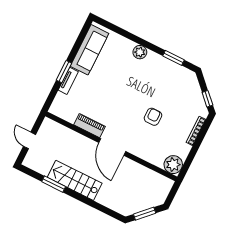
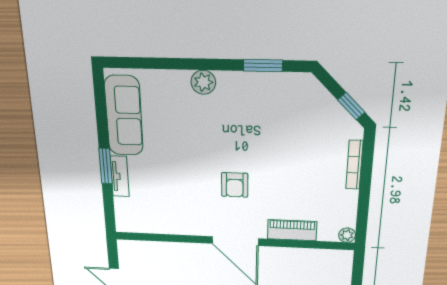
armchair: (153, 117) -> (235, 185), moved, turned 180
piano: (90, 126) -> (292, 230), moved
plant: (173, 165) -> (347, 235), width x0.53, depth x0.53

